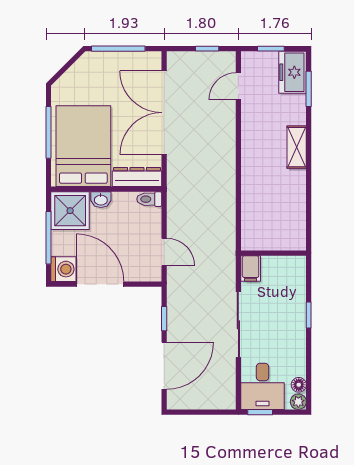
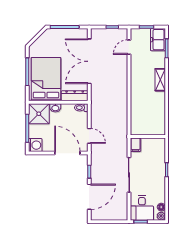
door: (100, 284) -> (67, 153), moved

